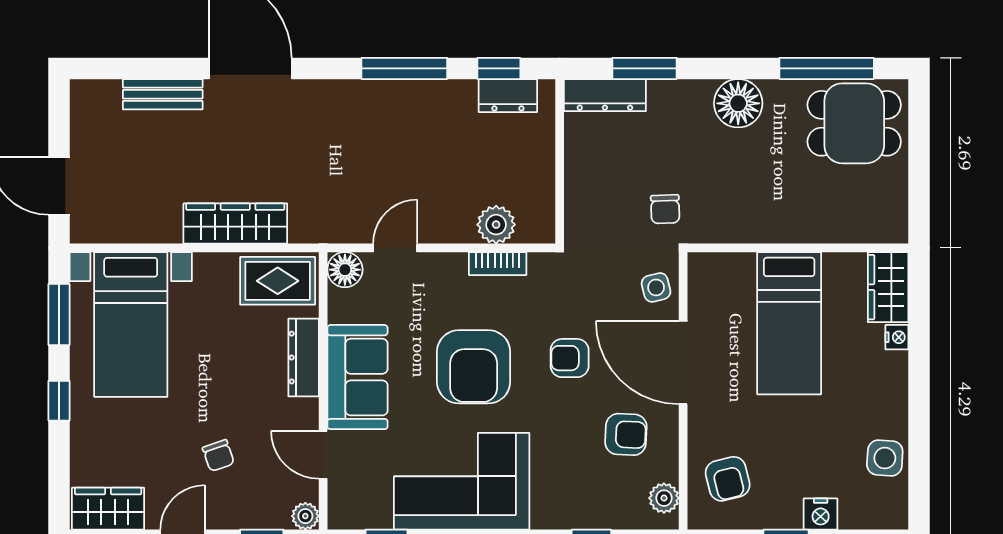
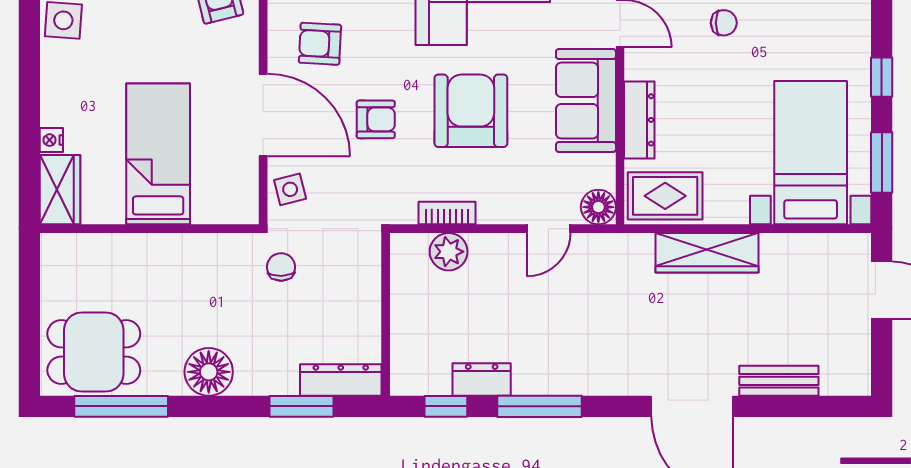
dresser: (508, 96) -> (482, 380), moved
chair: (218, 456) -> (724, 23), turned 109

